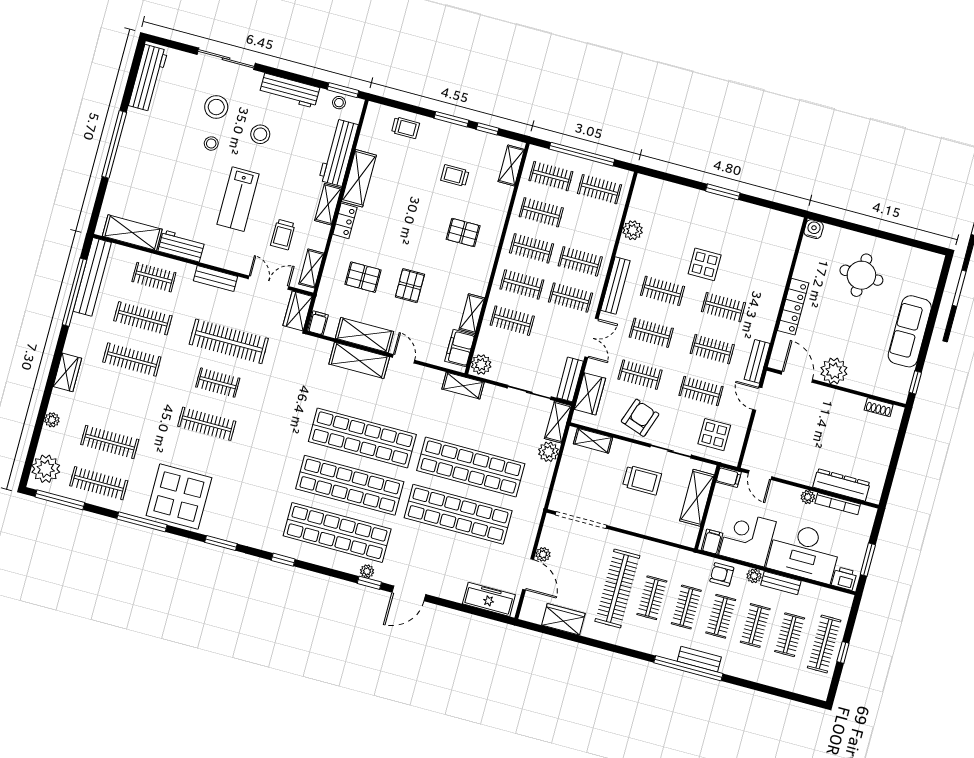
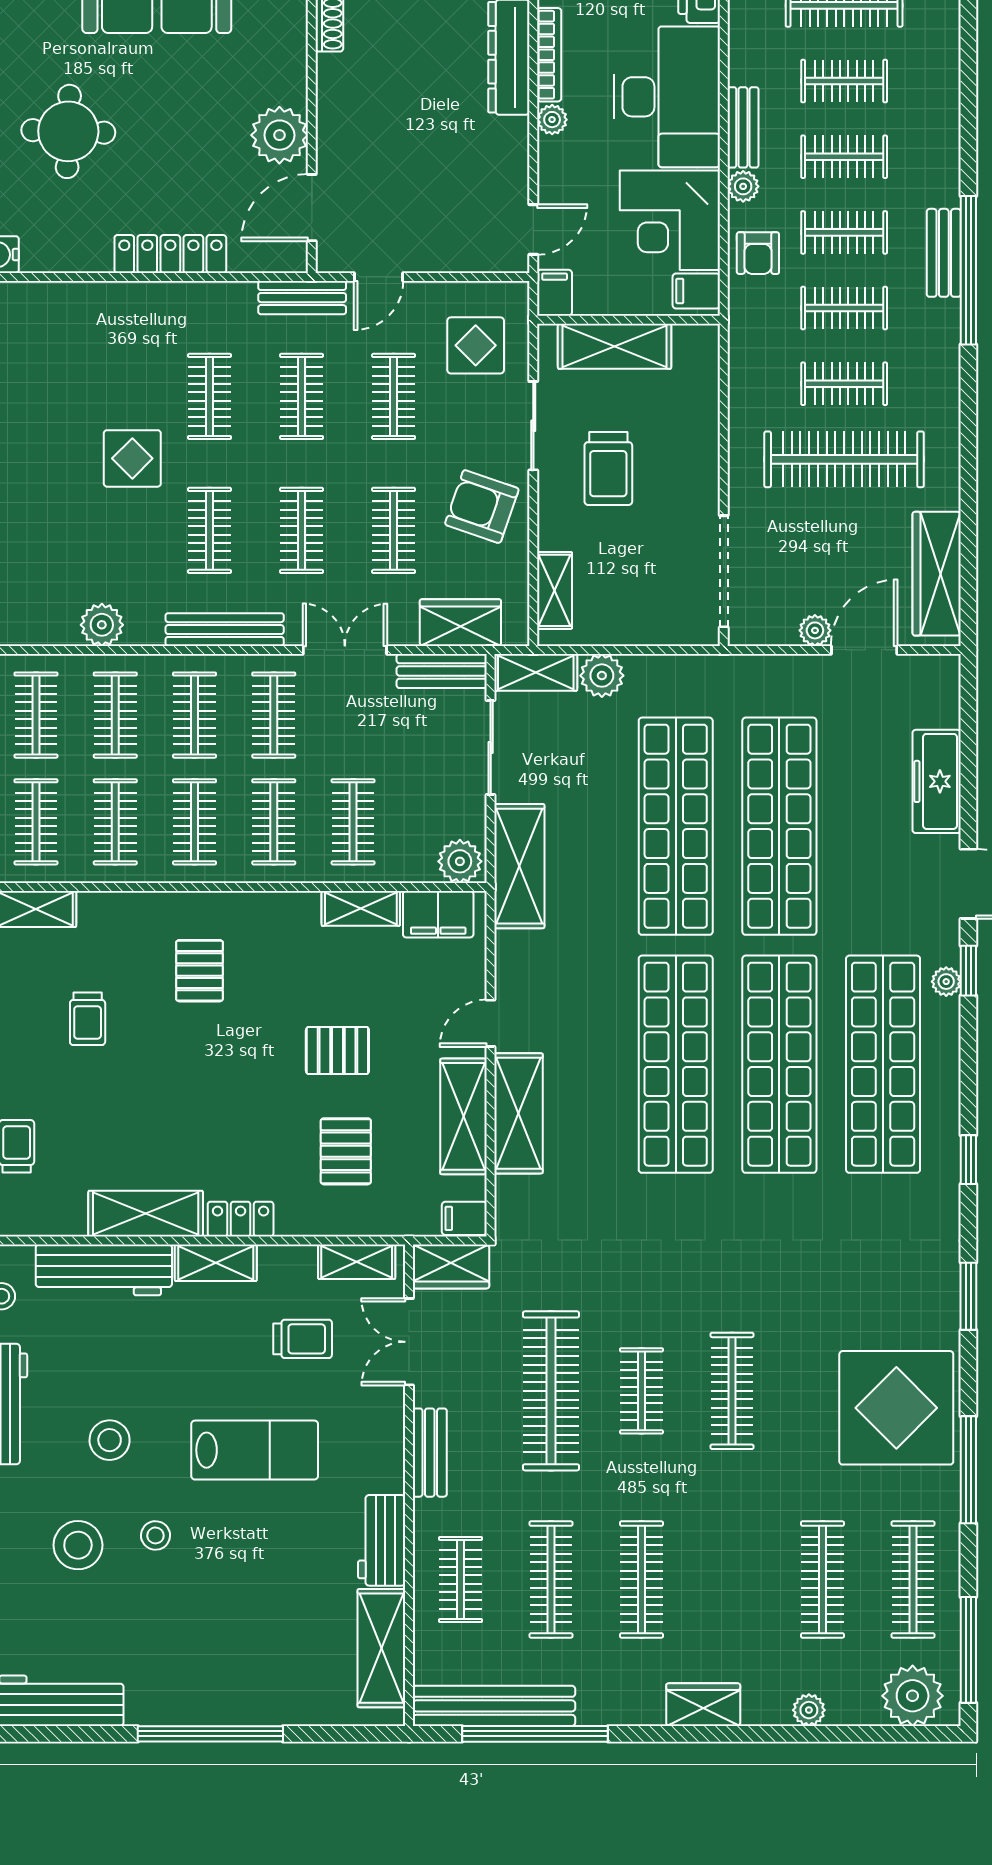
clothes rail: (590, 225) -> (115, 715), added
shelving: (463, 386) -> (519, 866), width x1.50, depth x1.33
trolley: (642, 480) -> (608, 468), turned 180
freezer: (489, 599) -> (937, 781), moved
wardrobe: (563, 619) -> (937, 574), width x1.50

